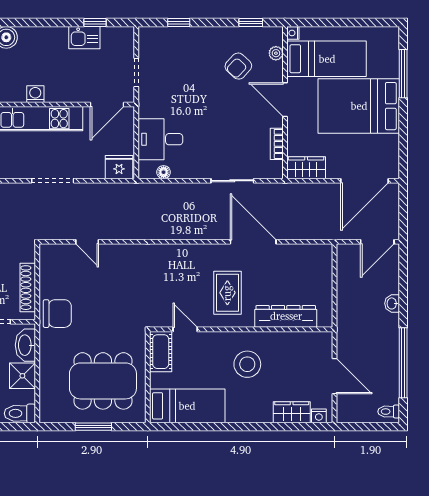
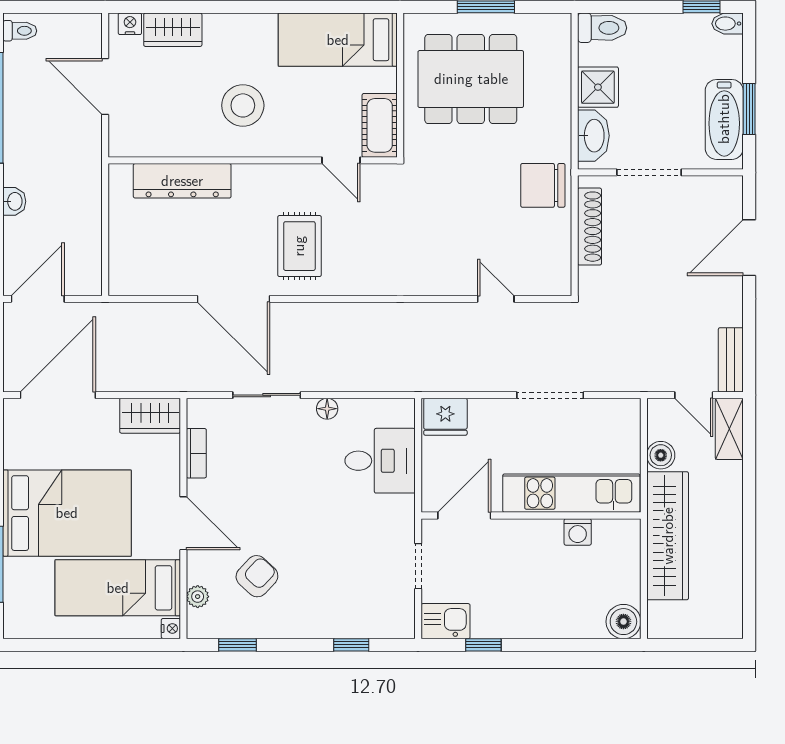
kitchen sink: (84, 38) -> (446, 621), moved
floor lamp: (164, 172) -> (327, 409), moved
rug: (227, 293) -> (299, 246), moved

